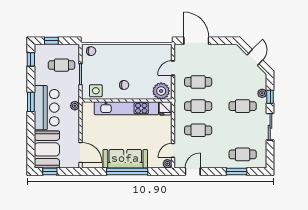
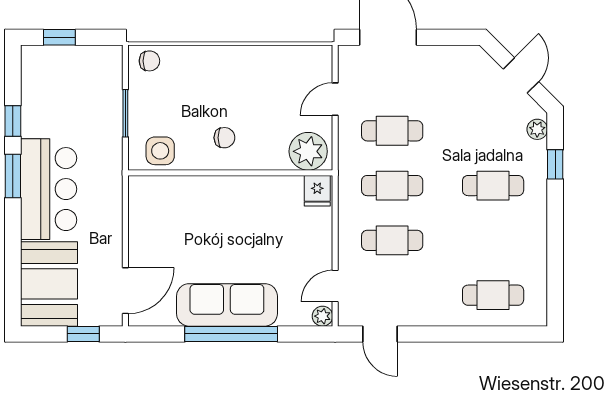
window: (31, 59) -> (13, 121), moved
cafe table: (61, 65) -> (82, 93), removed
plant: (262, 93) -> (537, 129), moved
plant: (75, 106) -> (112, 185), removed
kitchen unit: (126, 108) -> (230, 190), removed
sliding door: (270, 127) -> (555, 232), removed
door: (81, 152) -> (125, 291), hinge flipped
window: (50, 172) -> (83, 334), moved
door: (193, 172) -> (380, 334), swing flipped
window: (237, 172) -> (479, 334), removed

